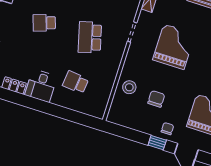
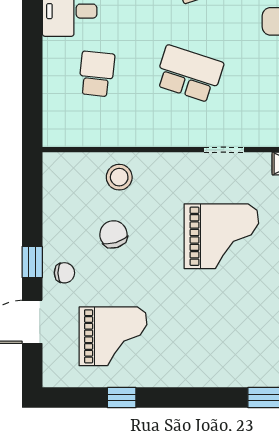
school desk: (90, 37) -> (189, 74), turned 33
chair: (156, 99) -> (113, 234), turned -107

